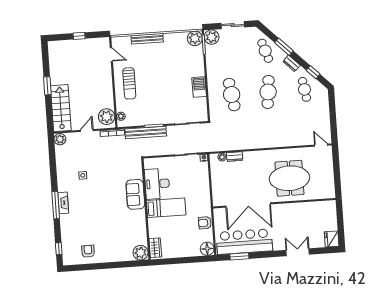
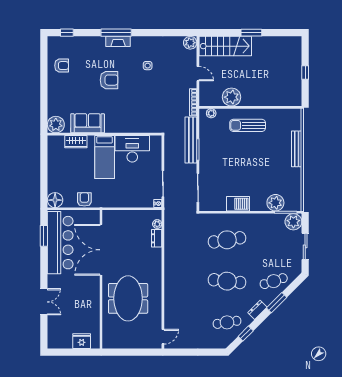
plant: (195, 38) -> (275, 203), moved
door: (111, 54) -> (282, 107), removed
plant: (107, 117) -> (232, 97), moved
sofa: (135, 194) -> (88, 123), moved
armchair: (98, 209) -> (109, 80), added
fridge: (332, 239) -> (82, 341), moved
wardrobe: (155, 248) -> (76, 142), moved

